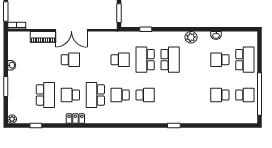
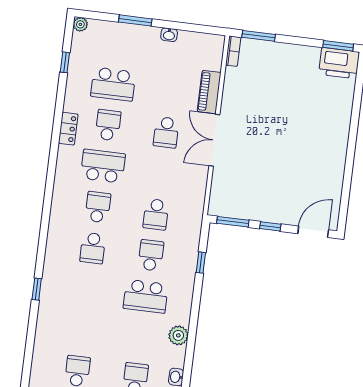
school desk: (145, 60) -> (151, 255), width x0.54

